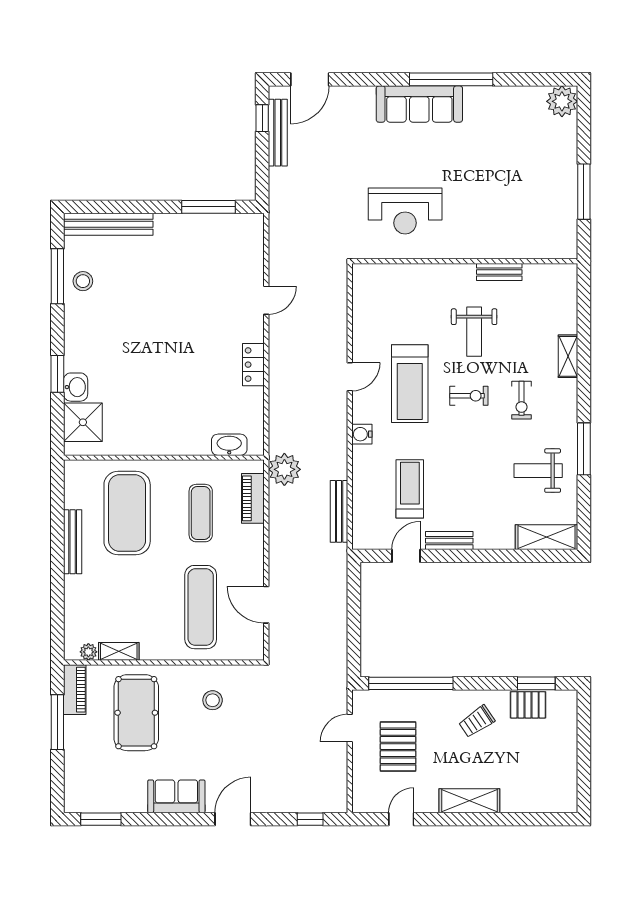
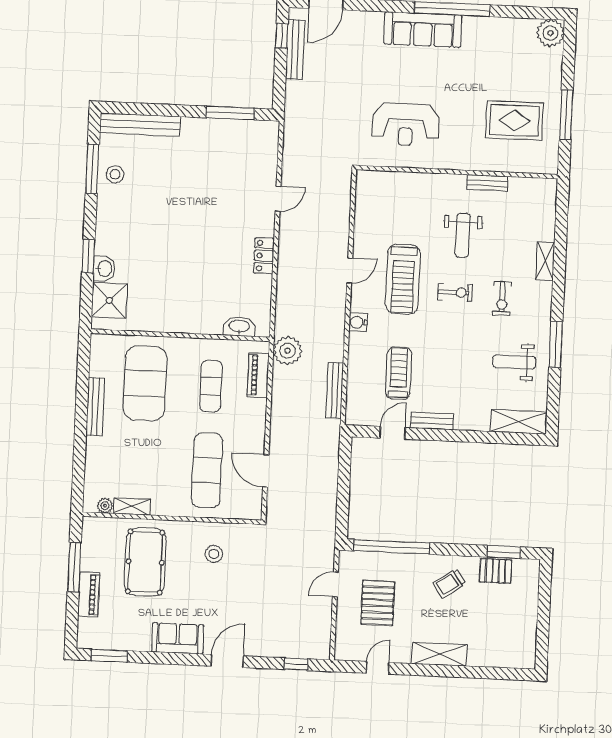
rug: (526, 201) -> (515, 121), added
piano: (75, 690) -> (89, 595), moved

